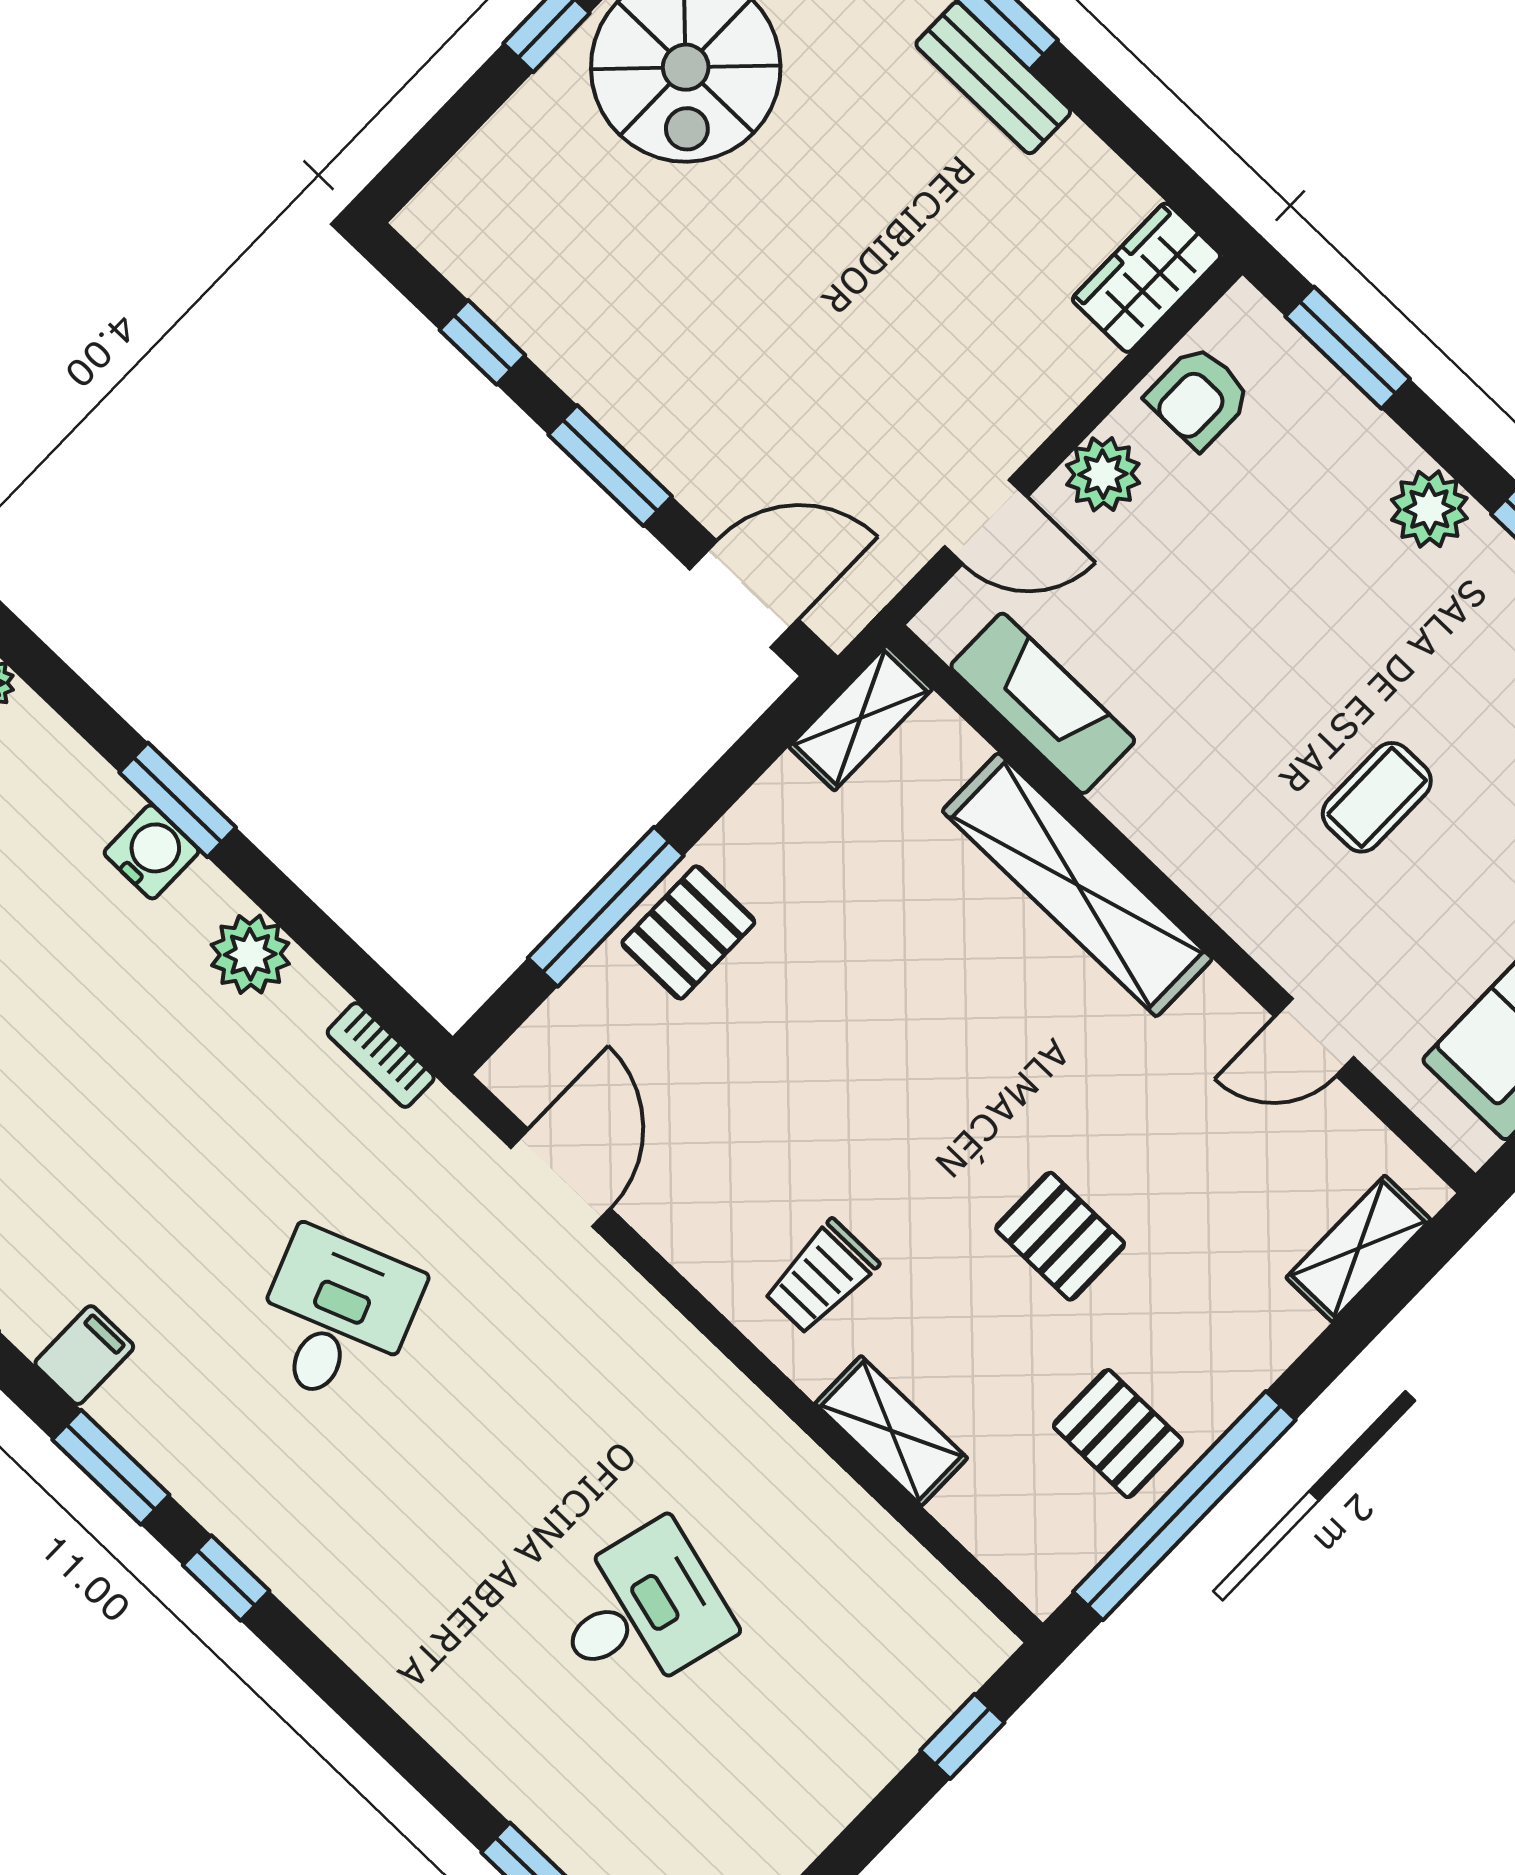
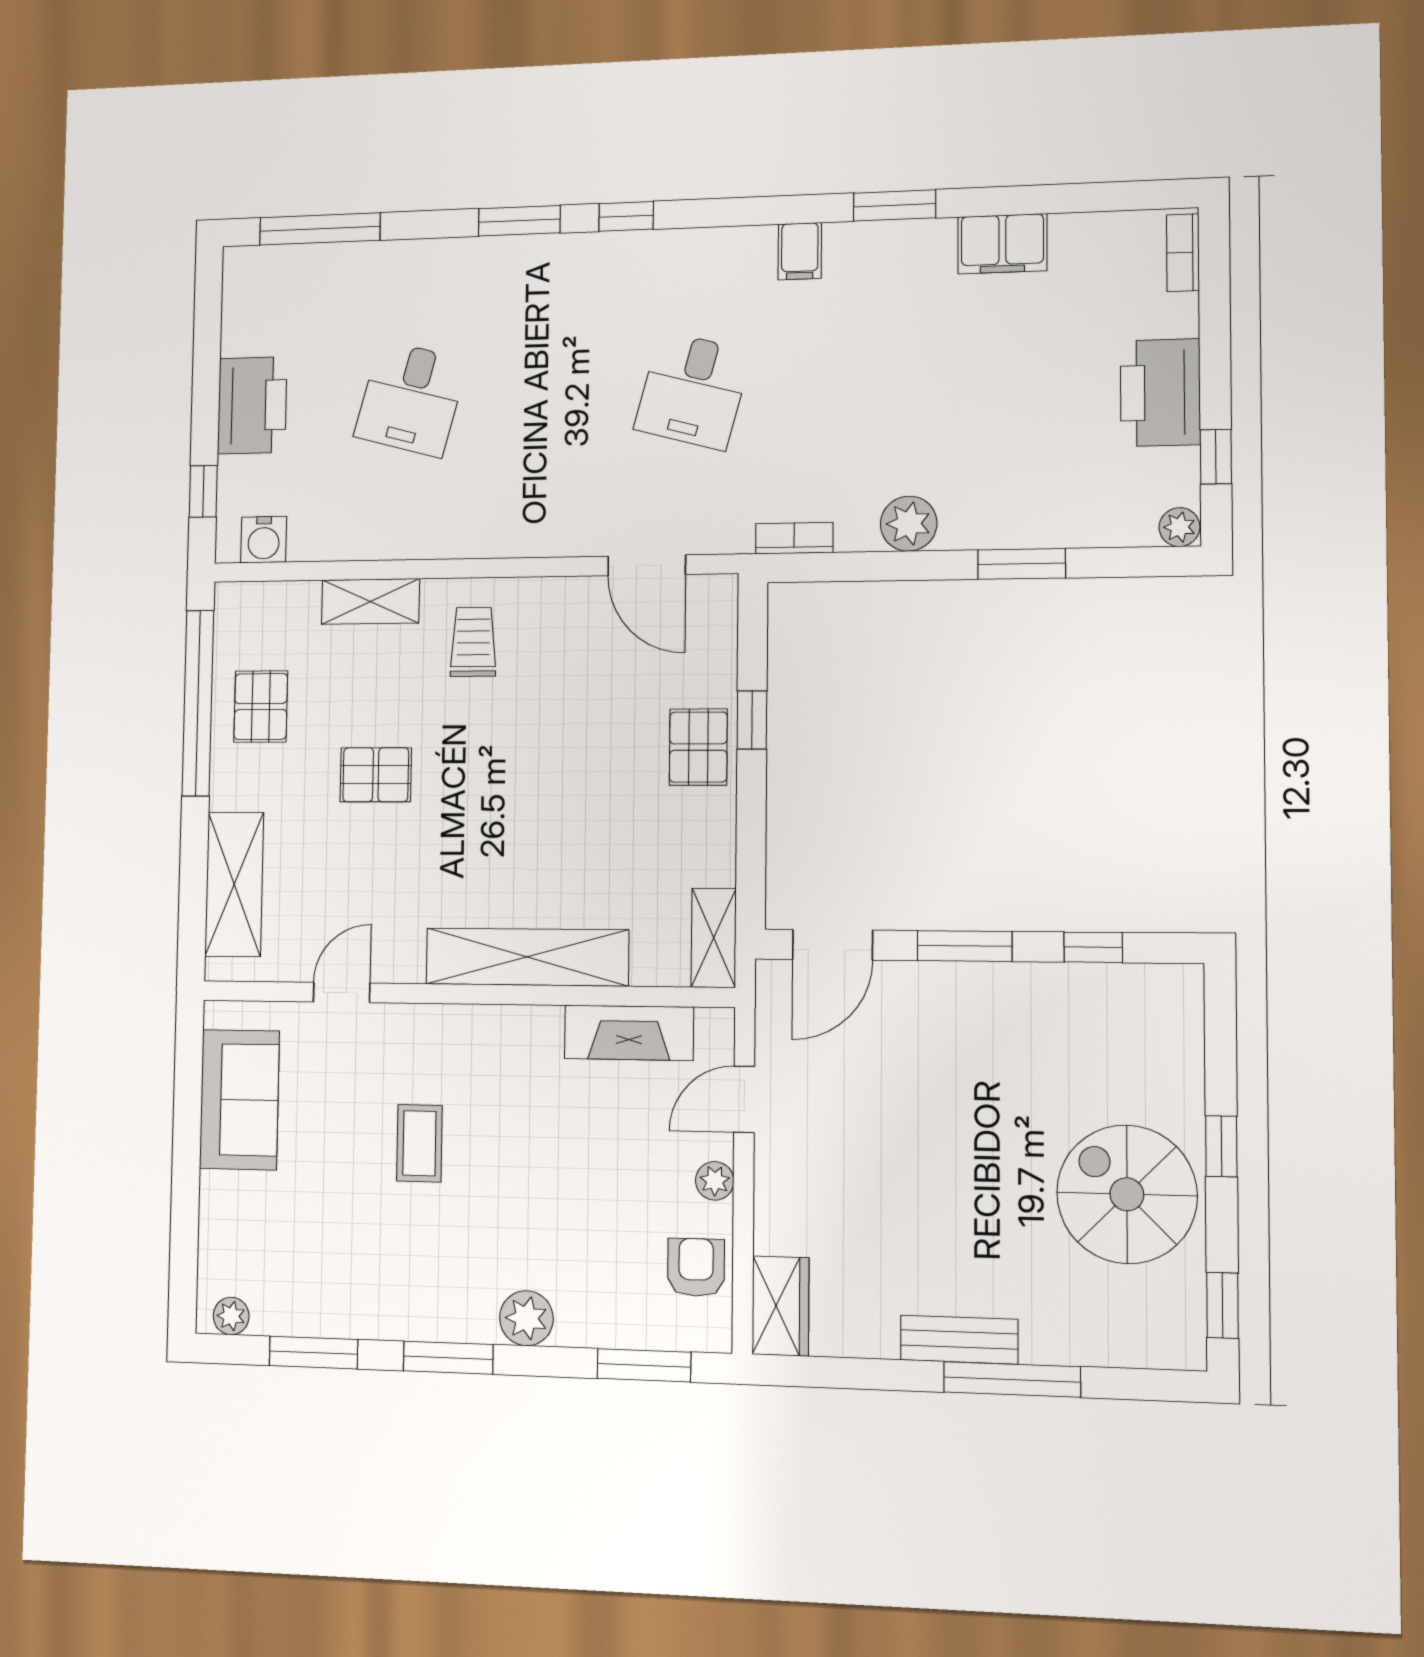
plant: (1103, 474) -> (715, 1181), width x0.73, depth x0.73
water cooler: (151, 852) -> (264, 540), moved
window: (606, 907) -> (752, 720), width x0.46
shelving: (1358, 1249) -> (234, 884), width x1.50, depth x1.33
desk: (336, 1318) -> (693, 390), turned 36
pallet: (1118, 1434) -> (261, 707), turned 90
window: (111, 1467) -> (519, 221), moved
printer: (820, 1779) -> (252, 405), added

